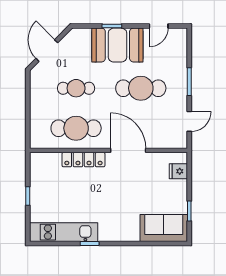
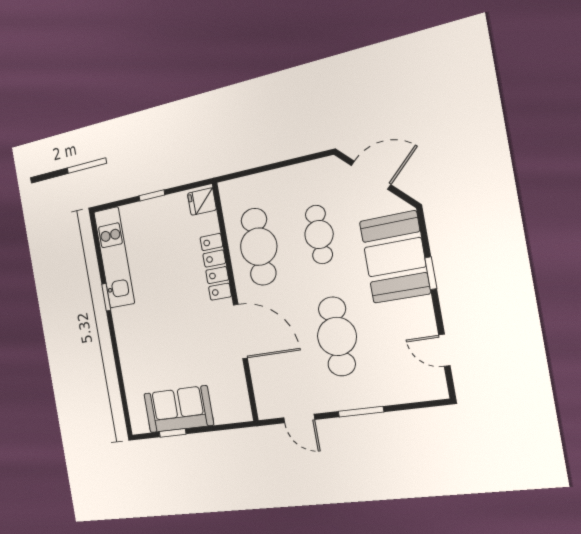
booth: (117, 45) -> (395, 257), moved
door: (128, 150) -> (240, 331), hinge flipped
fridge: (178, 171) -> (202, 202), moved, turned -90
sofa: (164, 228) -> (178, 409), moved, turned -90

